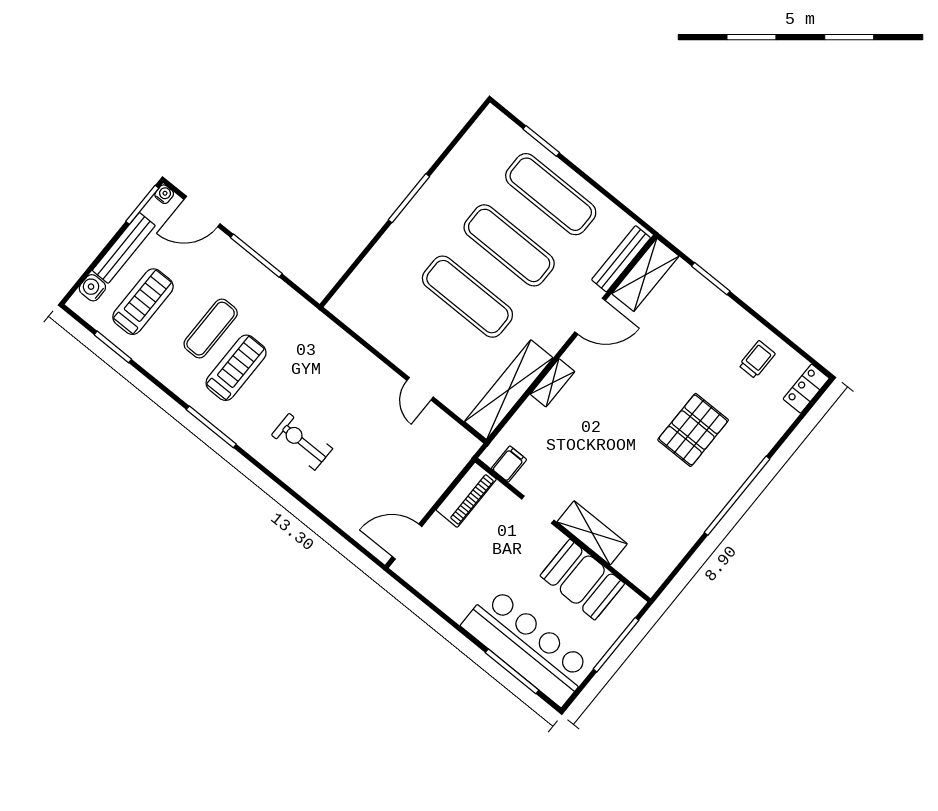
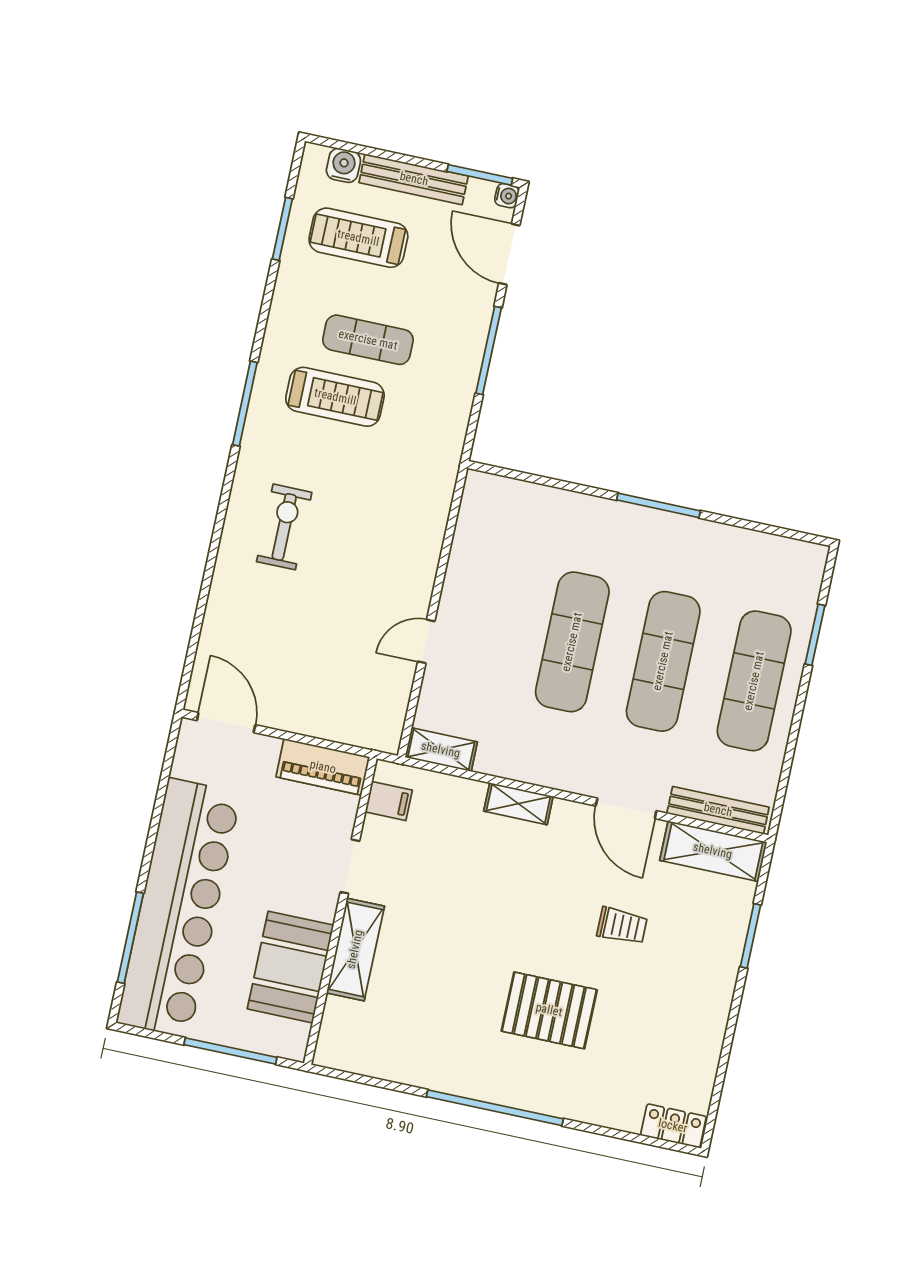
treadmill: (143, 302) -> (358, 238), turned 180
trolley: (757, 359) -> (622, 926), moved
shelving: (509, 390) -> (441, 750), width x0.45, depth x0.75
bar counter: (527, 646) -> (179, 908), width x1.36

